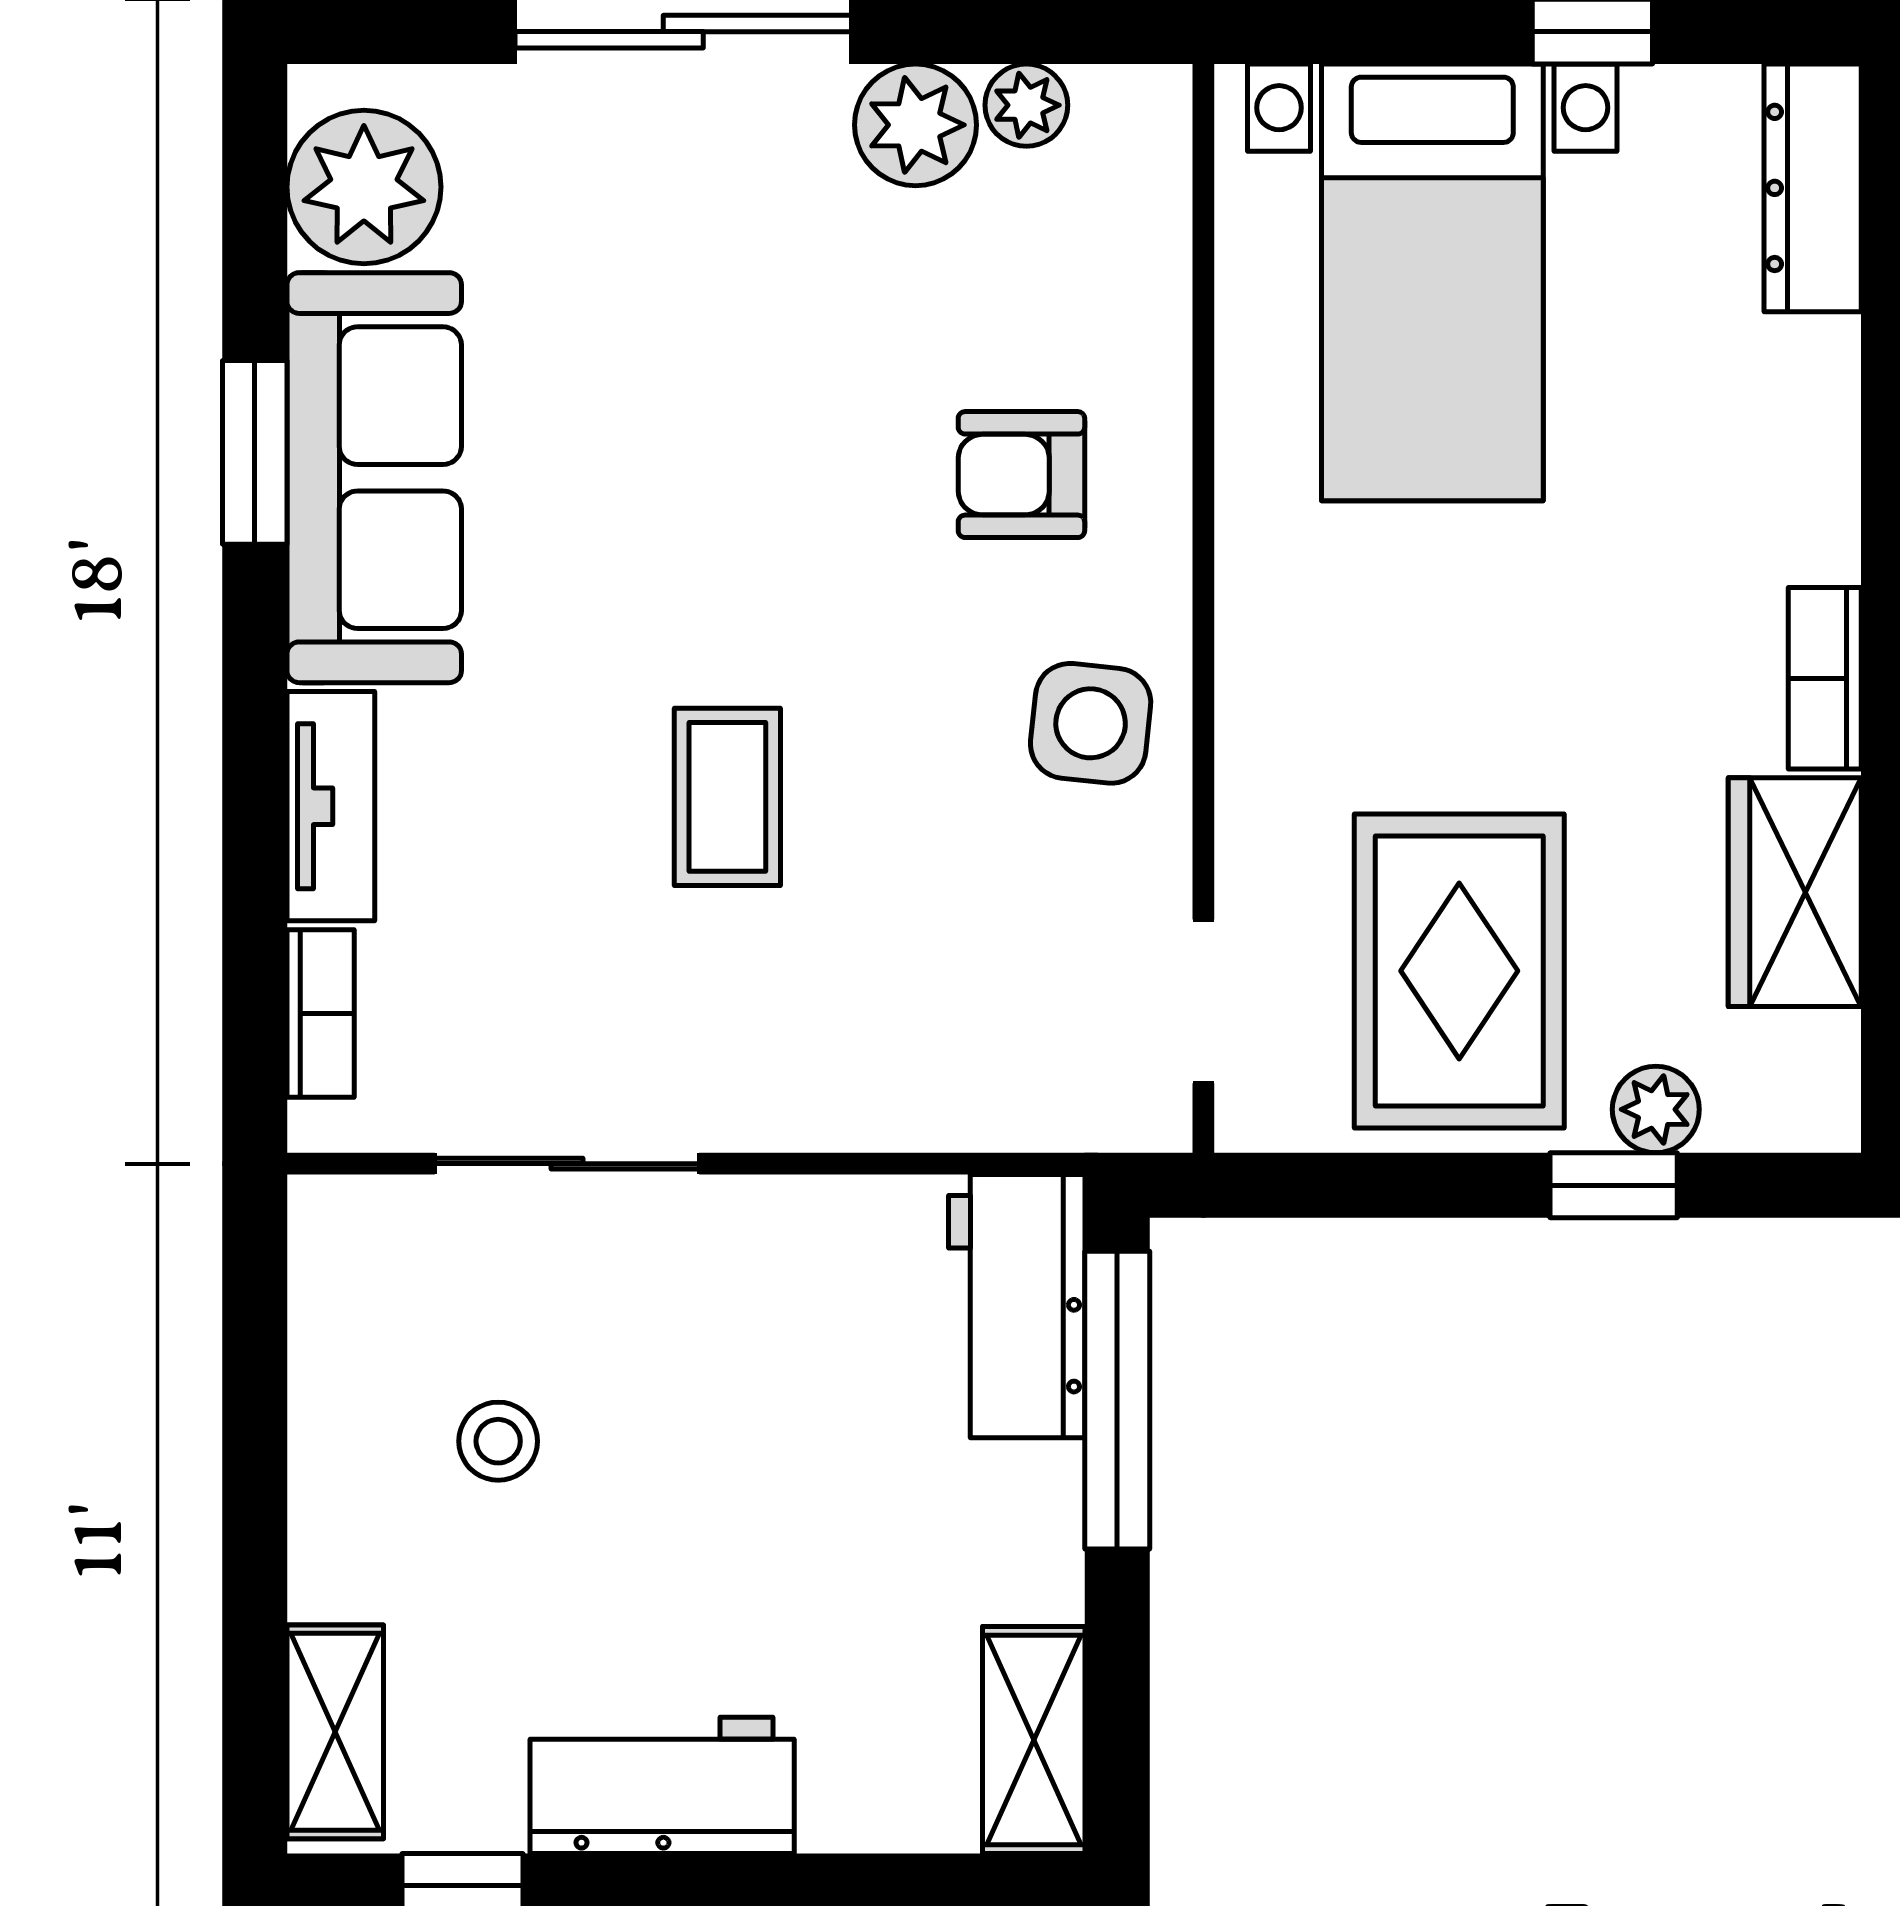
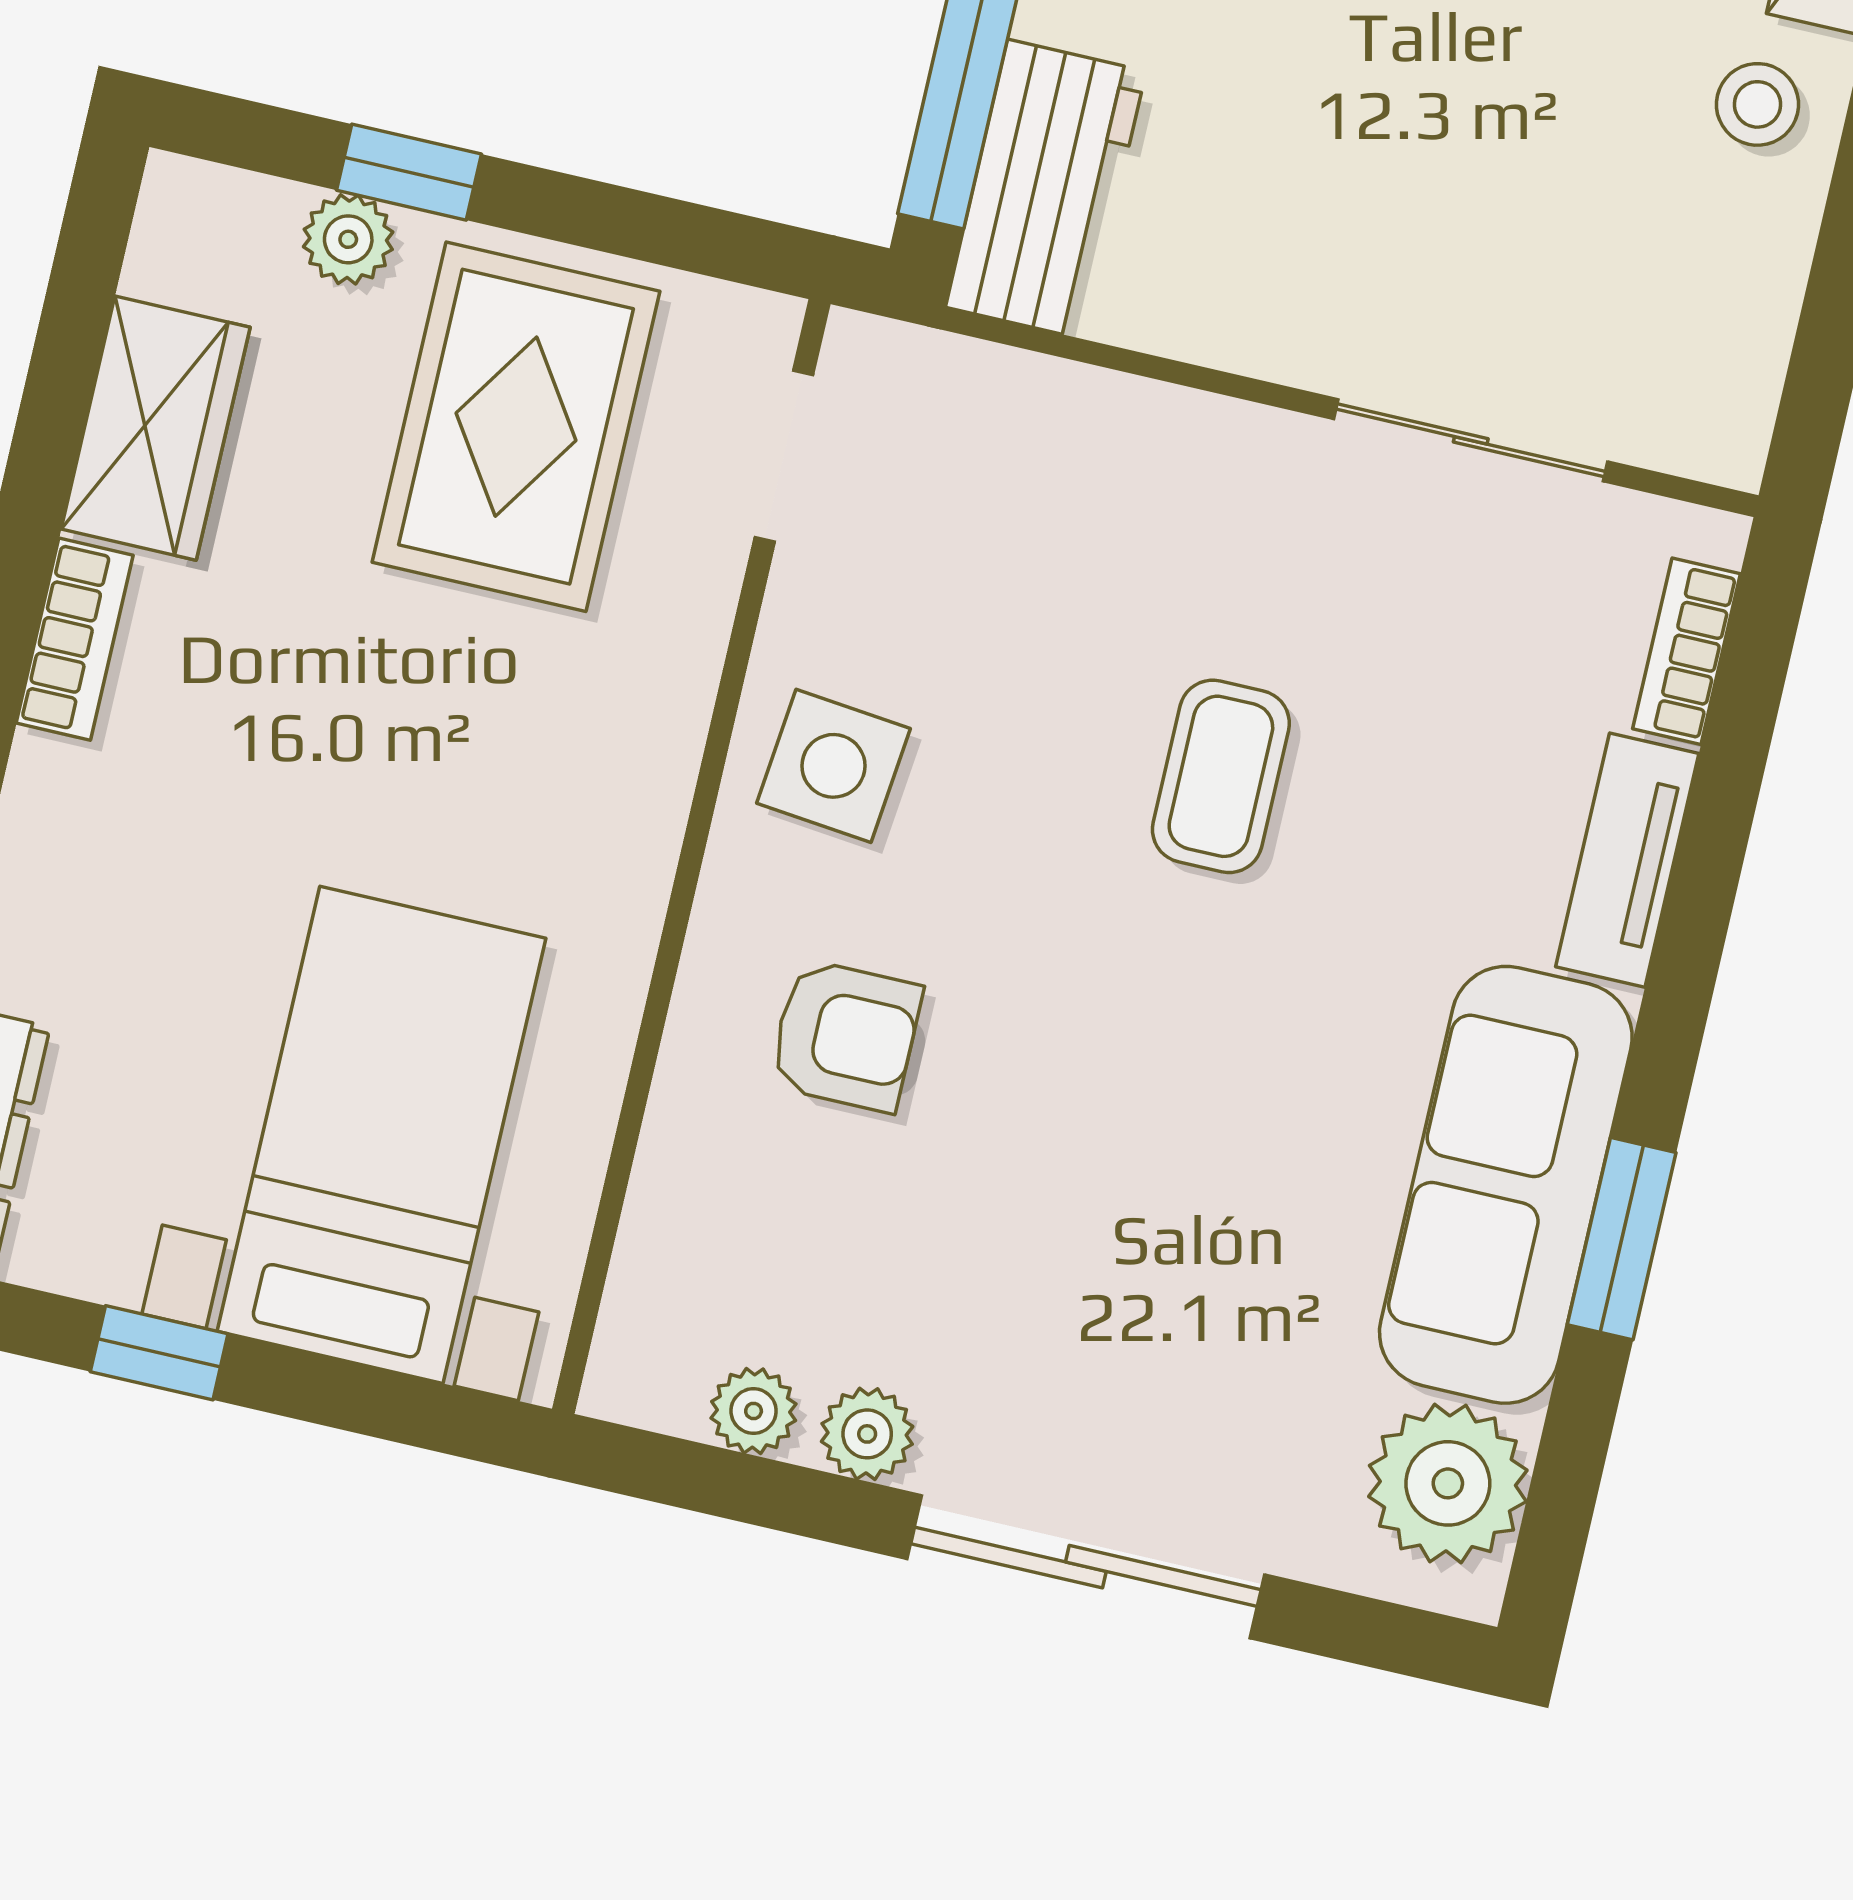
plant: (916, 125) -> (867, 1434), width x0.73, depth x0.73
stool: (498, 1441) -> (1757, 104), moved

